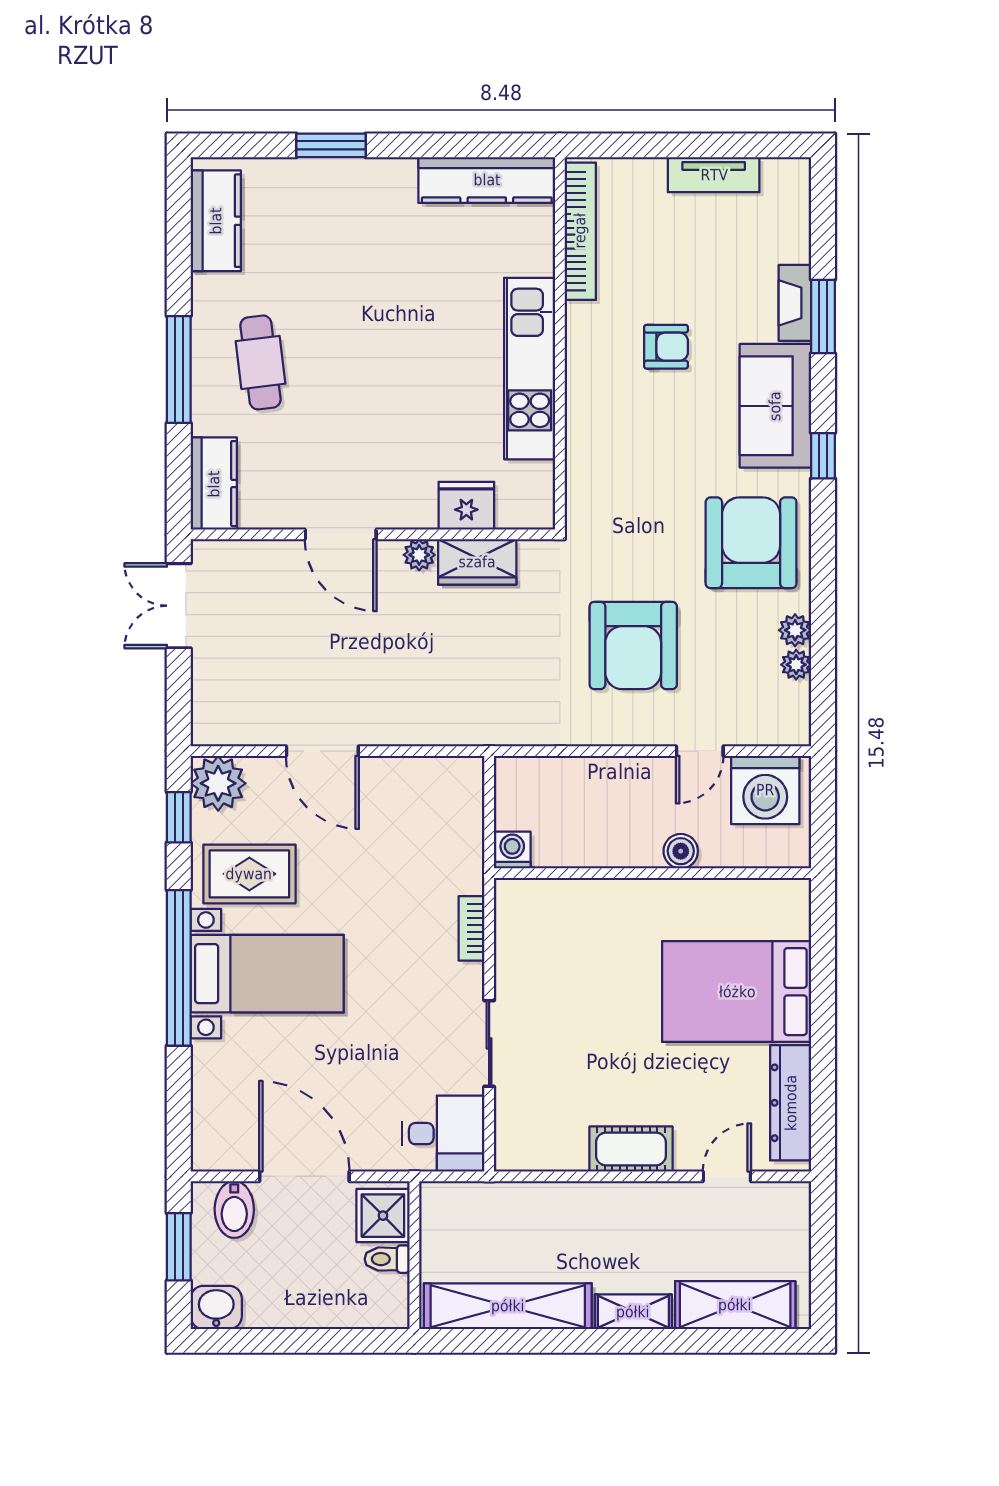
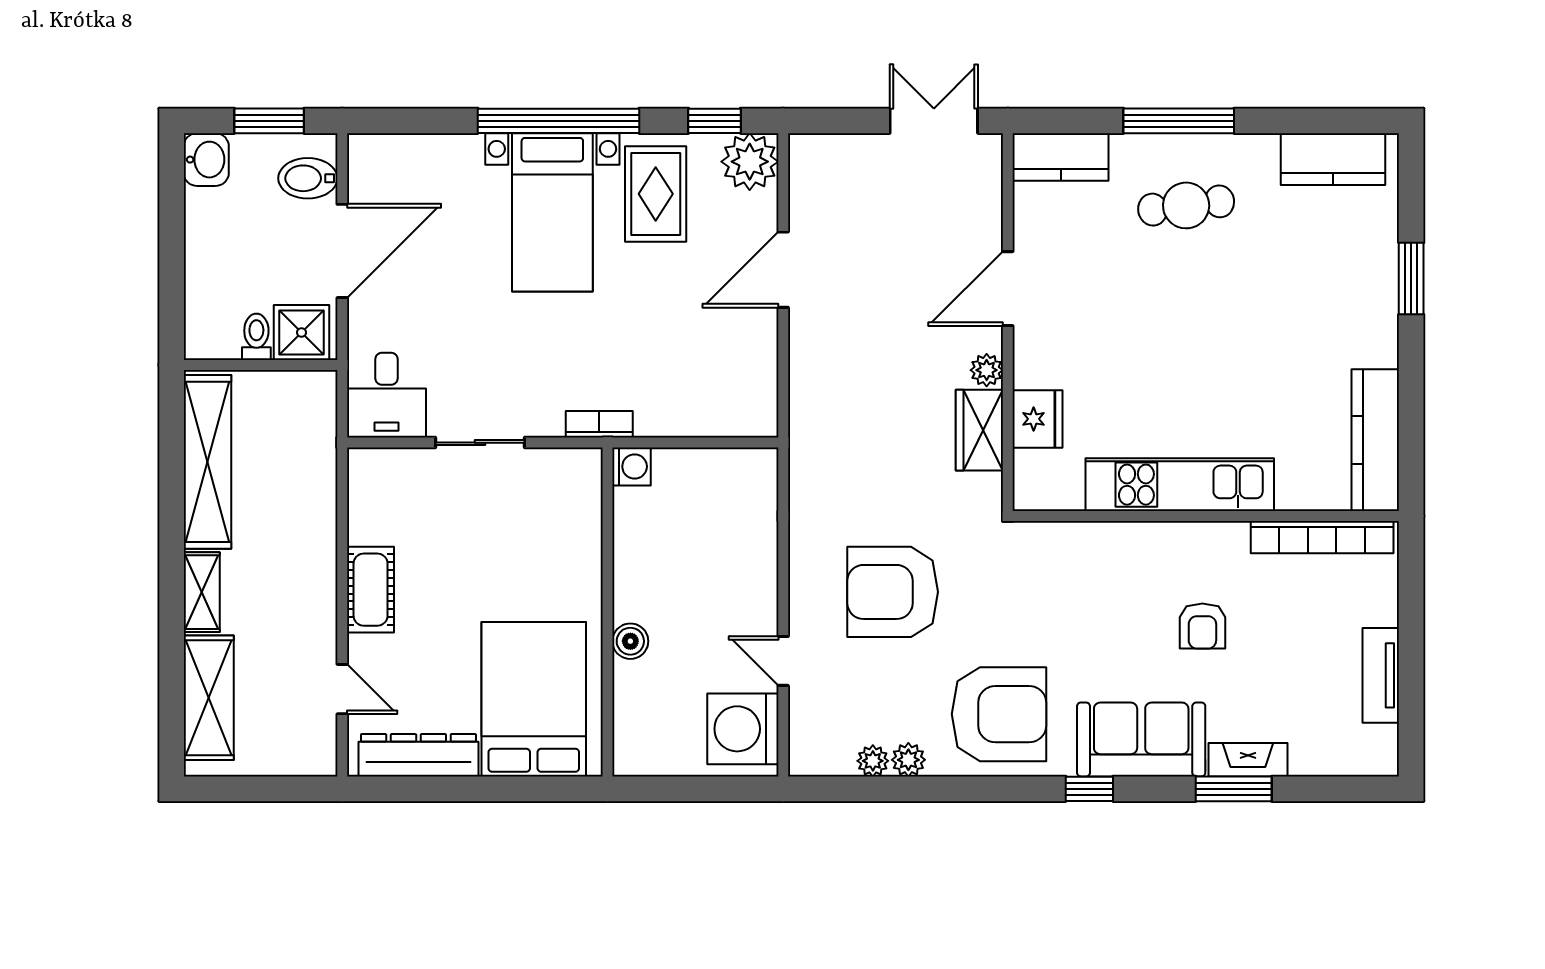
washing machine: (512, 850) -> (632, 466), moved
boiler: (681, 851) -> (630, 641), moved
wall: (653, 873) -> (608, 612), moved

